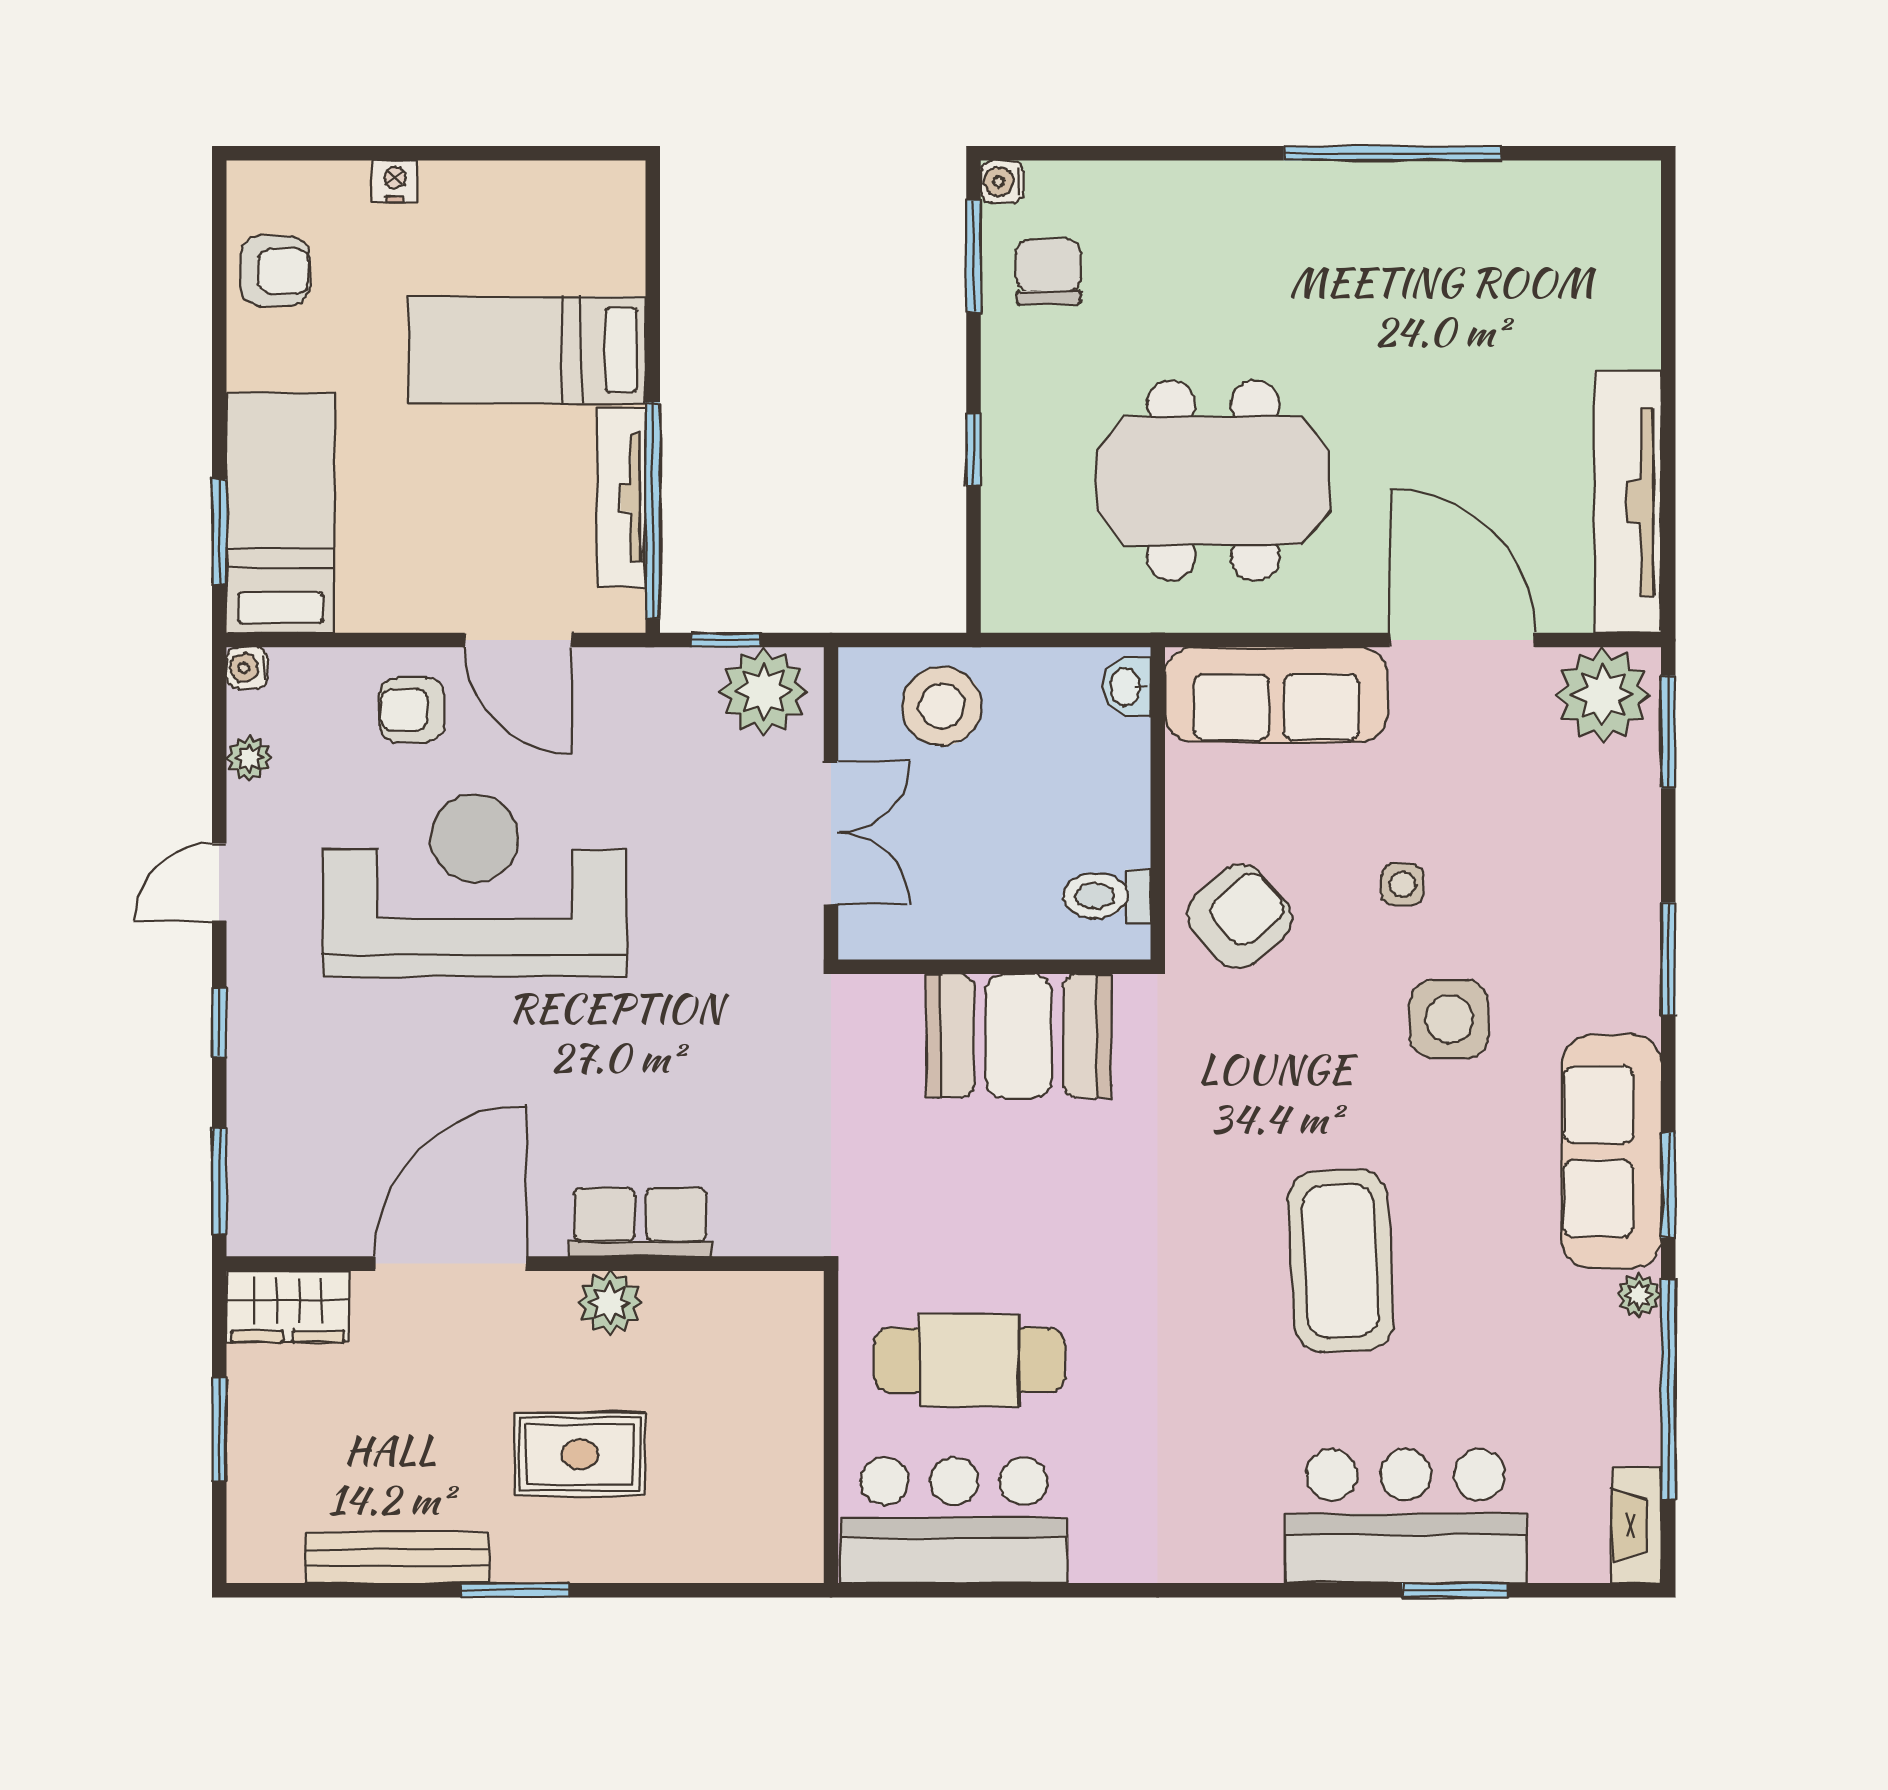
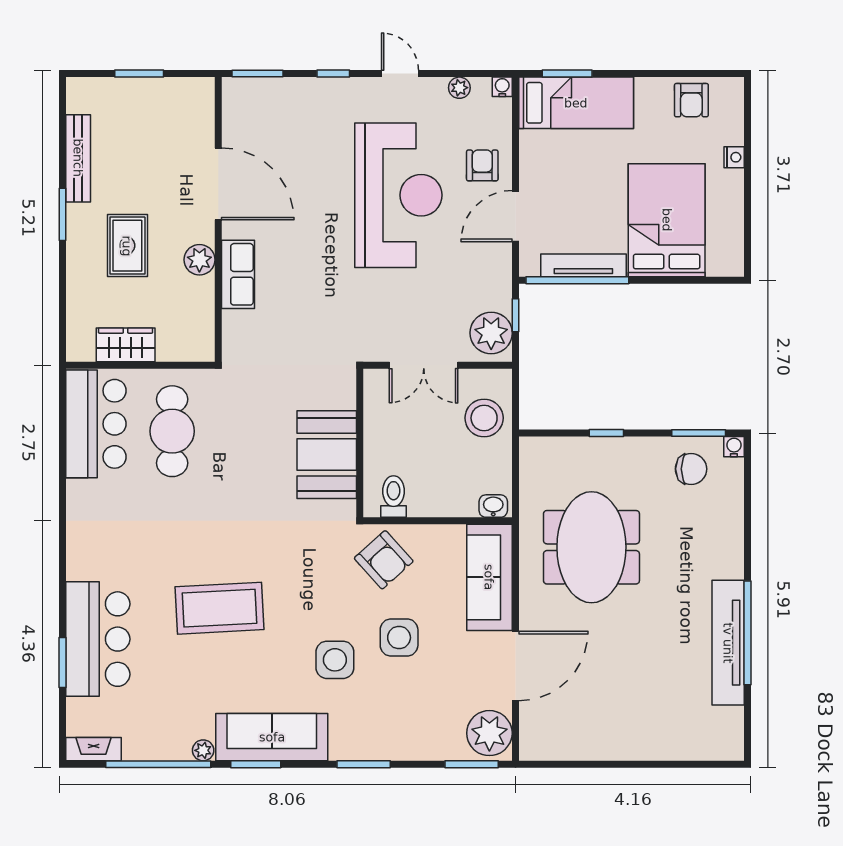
bed: (527, 350) -> (667, 220), width x1.50
tv unit: (1628, 502) -> (728, 643), moved, turned -90
side table: (1402, 884) -> (399, 638), width x1.87, depth x1.87
wardrobe: (288, 1306) -> (126, 345), moved, turned 90

